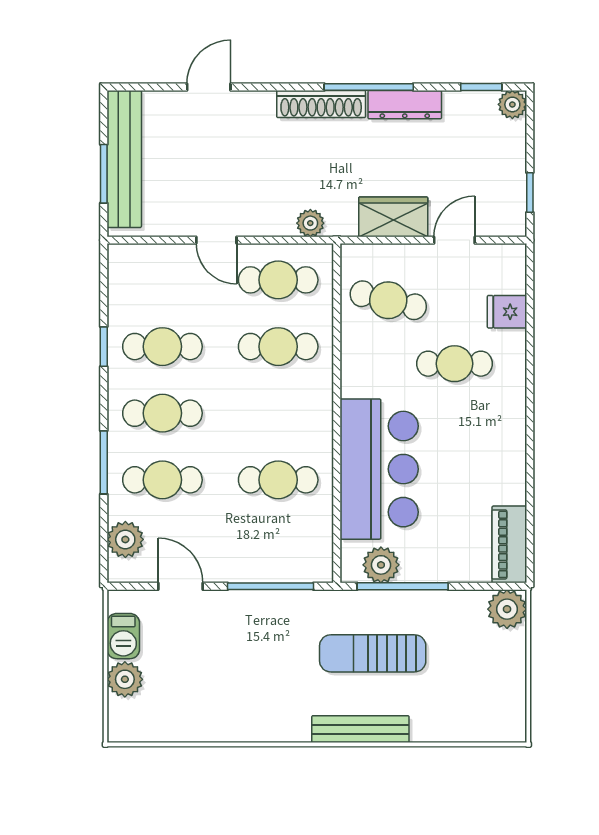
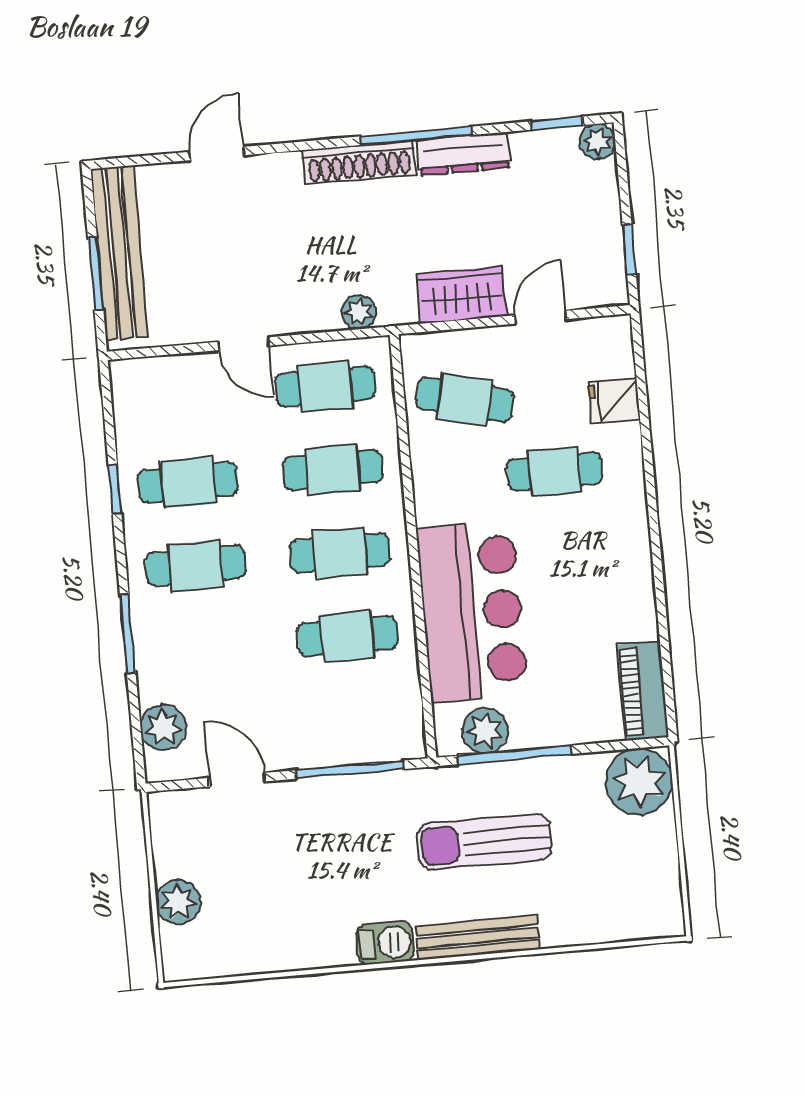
cafe table: (162, 480) -> (340, 553), moved
plant: (507, 609) -> (639, 781), width x1.36, depth x1.36
barbecue: (123, 636) -> (385, 943), moved, turned -90

